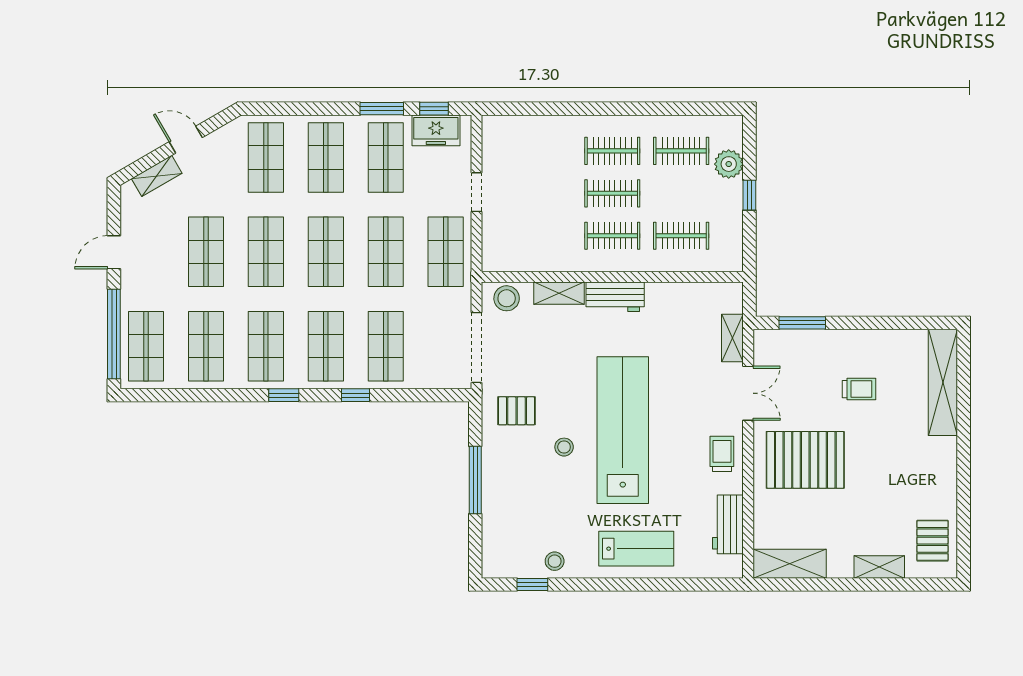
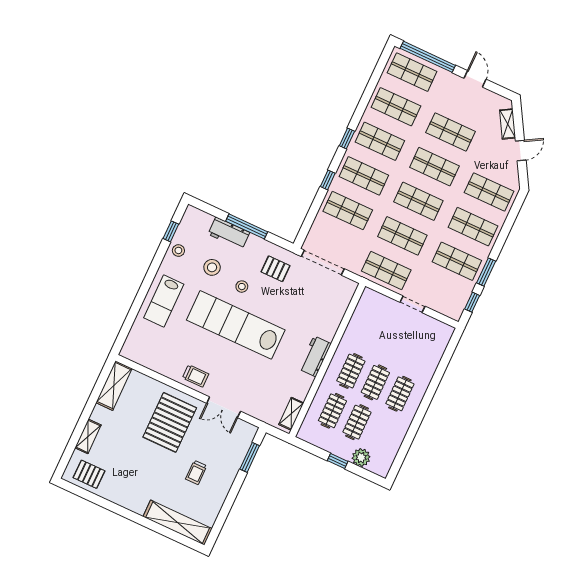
freezer: (436, 130) -> (459, 297), removed
clothes rail: (681, 151) -> (357, 422), moved
shelving: (559, 293) -> (332, 325), removed
stool: (507, 298) -> (212, 267), moved
shelving: (732, 338) -> (291, 414), moved, turned 90
pallet: (517, 411) -> (275, 269), turned 90
lab bench: (623, 430) -> (236, 325), turned 180
workbench: (728, 524) -> (229, 233), moved, turned 180

